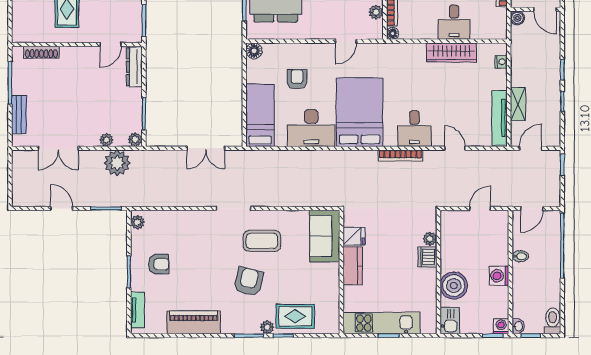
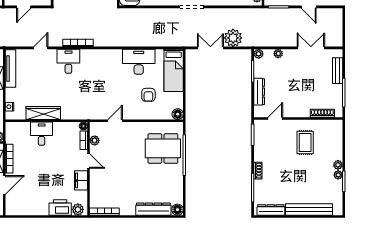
dresser: (134, 67) -> (259, 92), moved
bed: (360, 112) -> (106, 72), removed
door: (455, 148) -> (41, 48), swing flipped
plant: (117, 163) -> (233, 38), moved

